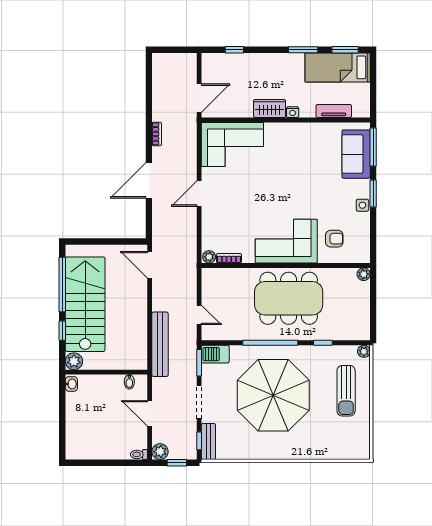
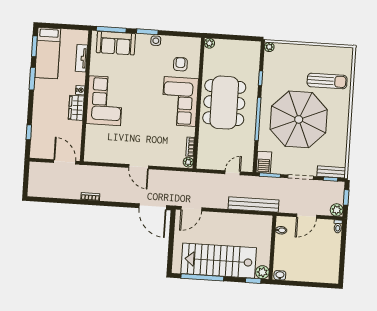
corner sofa: (232, 144) -> (105, 101), moved
door: (149, 180) -> (153, 207), moved
window: (62, 331) -> (253, 281), moved
sun lounger: (346, 391) -> (327, 81), moved

